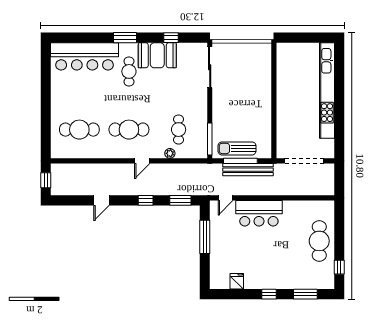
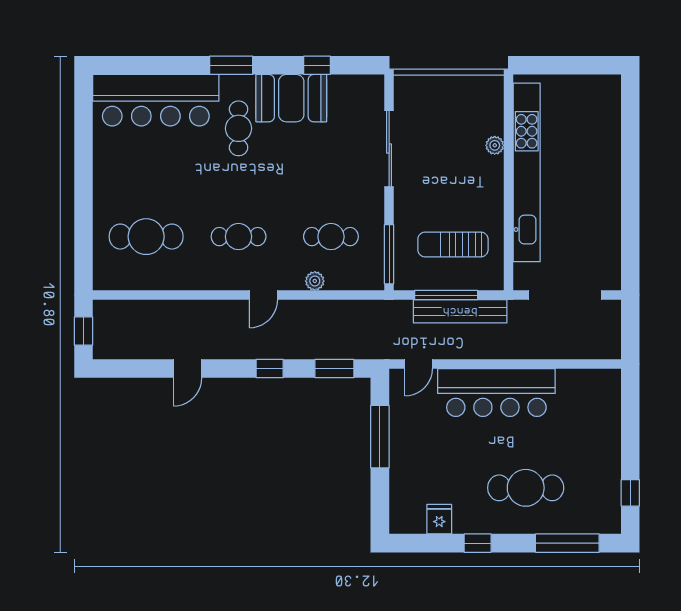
sliding door: (210, 67) -> (389, 149), moved
plant: (266, 81) -> (495, 145), added
kitchen unit: (327, 90) -> (527, 172), moved, turned 180
cafe table: (129, 130) -> (239, 237), width x0.73, depth x0.74
cafe table: (179, 130) -> (331, 237), turned 90
sun lounger: (237, 148) -> (453, 244), moved
bar counter: (259, 213) -> (496, 393), width x1.36
cafe table: (319, 241) -> (526, 488), moved, turned 90
window: (269, 294) -> (478, 543), moved
window: (305, 294) -> (567, 543), width x1.44

